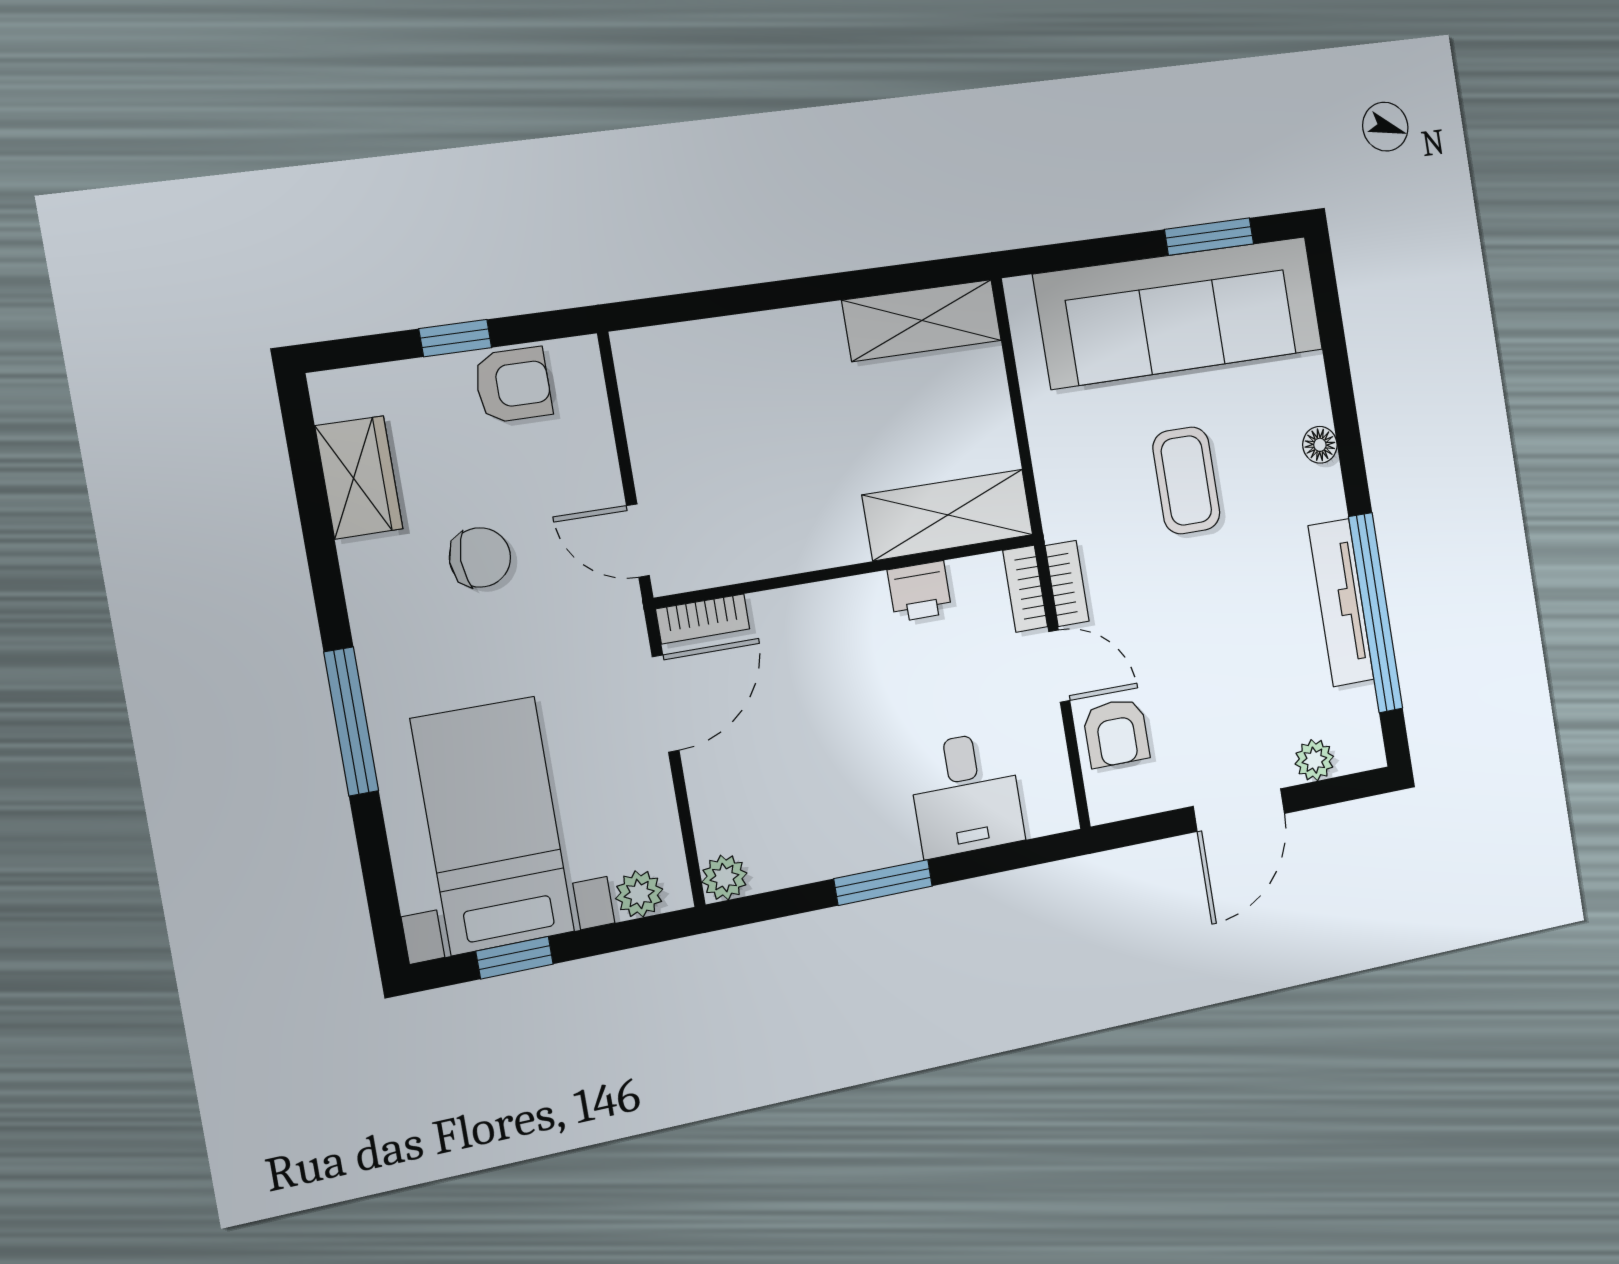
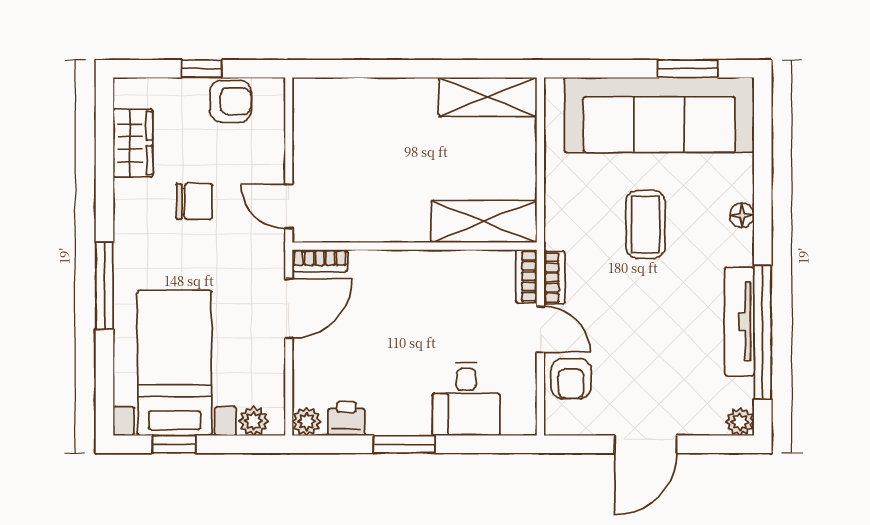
printer: (920, 591) -> (346, 419), moved, turned 180
plant: (1314, 760) -> (740, 422), moved

